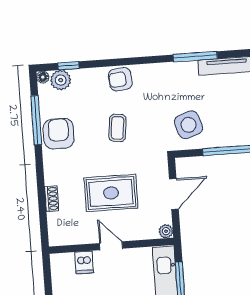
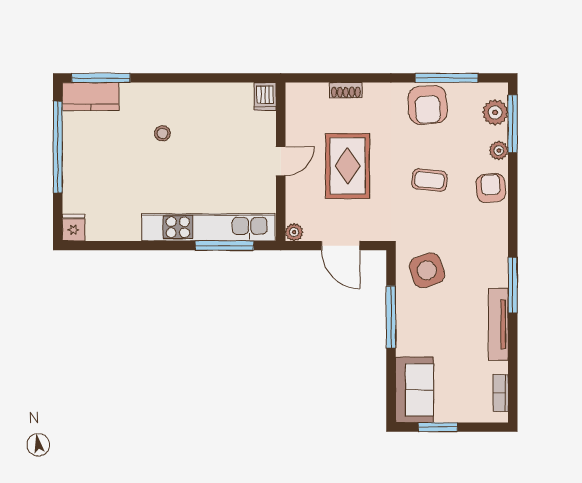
window: (69, 66) -> (513, 124), width x2.17
plant: (90, 75) -> (499, 151), added
floor lamp: (43, 77) -> (501, 90), removed
armchair: (59, 134) -> (428, 105), turned 86
dishwasher: (84, 263) -> (265, 97), moved, turned -90

